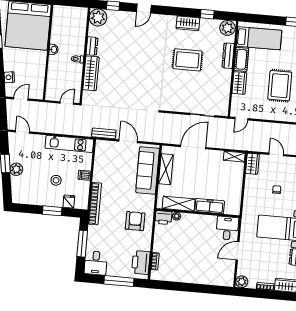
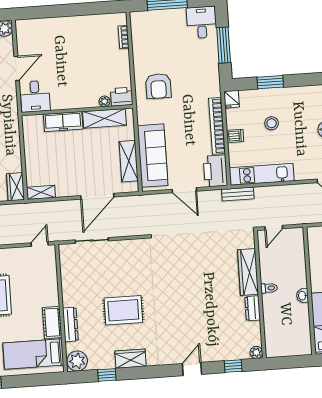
plant: (98, 17) -> (256, 352), width x0.53, depth x0.53
wardrobe: (239, 83) -> (50, 291), removed
bench: (104, 133) -> (238, 194), moved
fridge: (69, 202) -> (232, 99), moved
bookcase: (95, 204) -> (217, 126), moved
printer: (141, 263) -> (215, 171), moved, turned 180

